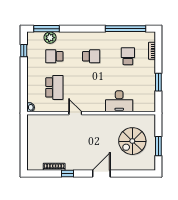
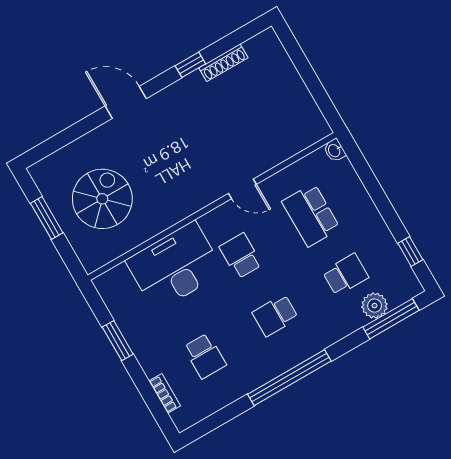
window: (125, 29) -> (289, 378), moved
school desk: (91, 87) -> (241, 256), added
desk: (119, 101) -> (175, 266), width x1.36, depth x1.30
door: (101, 173) -> (126, 102), swing flipped

